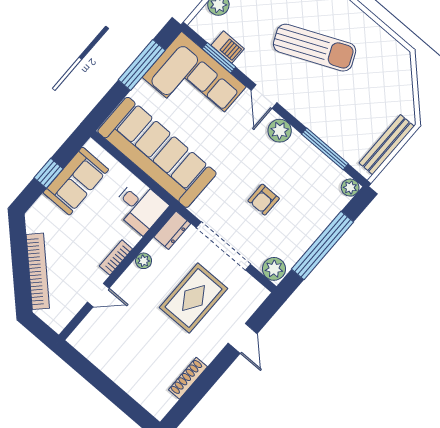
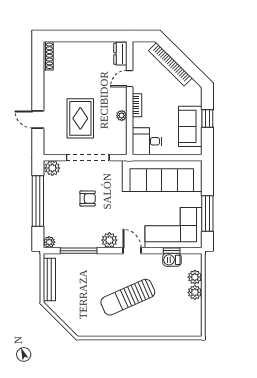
window: (219, 58) -> (172, 251), width x0.67
armchair: (264, 200) -> (88, 198), turned 90
dresser: (172, 230) -> (120, 54), moved
shoe rack: (188, 378) -> (48, 56), moved

